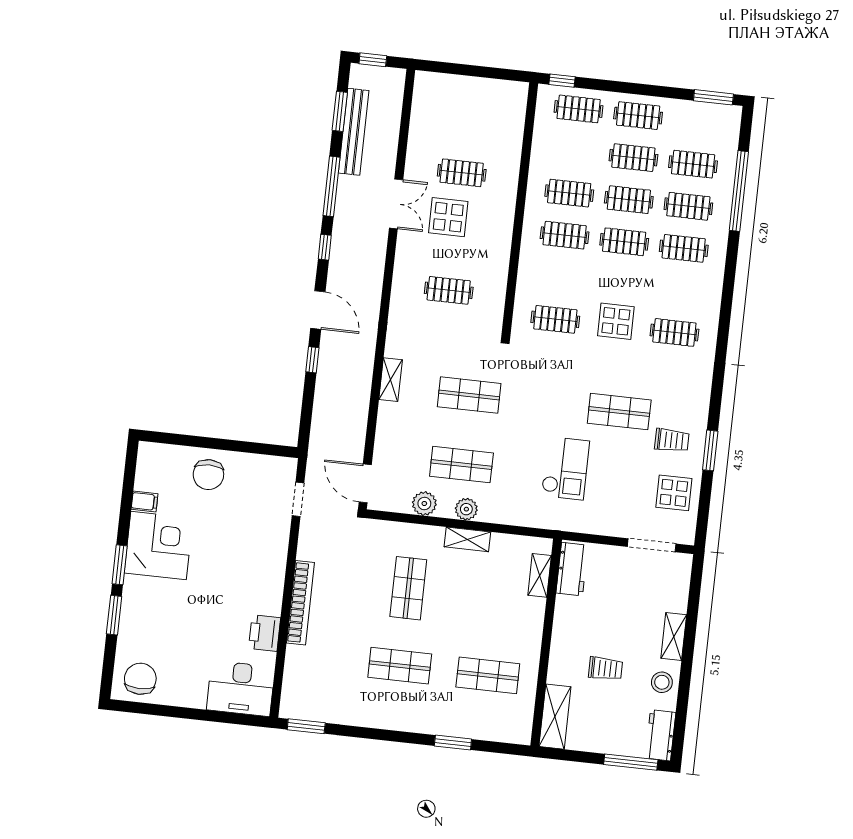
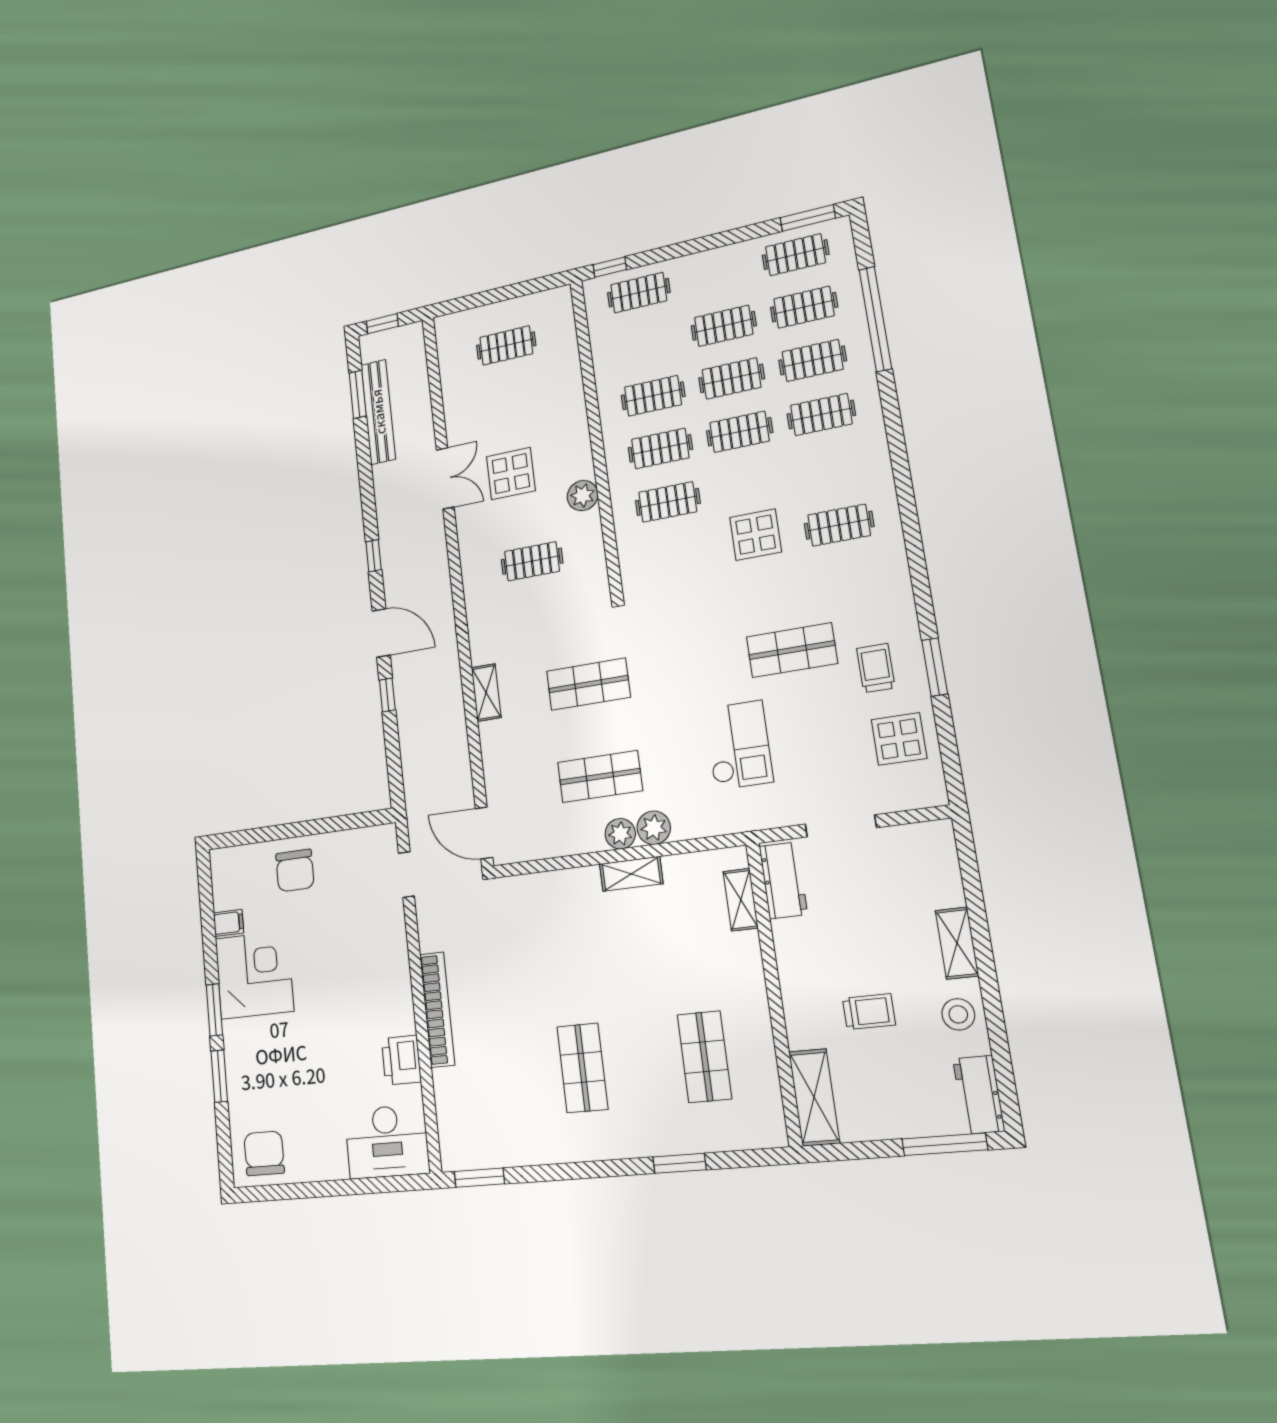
clothes rail: (638, 116) -> (795, 255), moved
clothes rail: (462, 173) -> (506, 345), moved
window: (331, 186) -> (366, 483), removed
plant: (499, 252) -> (583, 496), added
clothes rail: (555, 319) -> (668, 502), moved
trolley: (672, 440) -> (876, 668), turned -90
plant: (424, 504) -> (654, 828), moved
doorway: (652, 545) -> (841, 826), moved
shop shelf: (408, 588) -> (569, 958), removed
shop shelf: (400, 666) -> (582, 1068), turned 90
shop shelf: (488, 675) -> (704, 1057), turned 90

